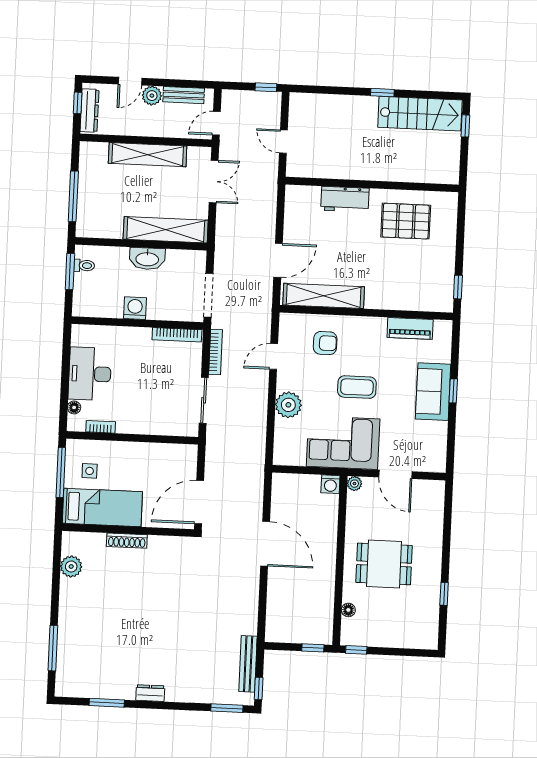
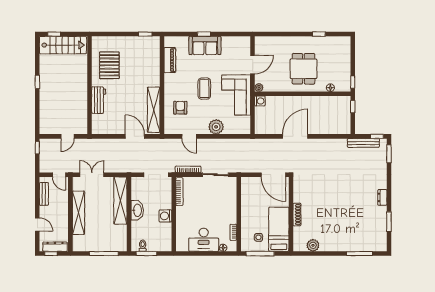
plant: (152, 96) -> (45, 212), removed
stairs: (420, 114) -> (63, 45), moved, turned 90

